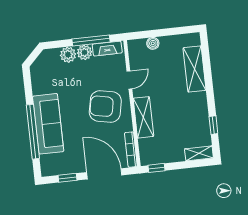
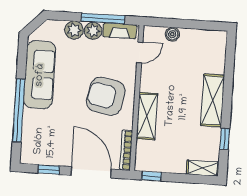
shelving: (194, 69) -> (213, 100), moved
door: (129, 80) -> (140, 52), moved
sofa: (48, 124) -> (40, 75), moved

